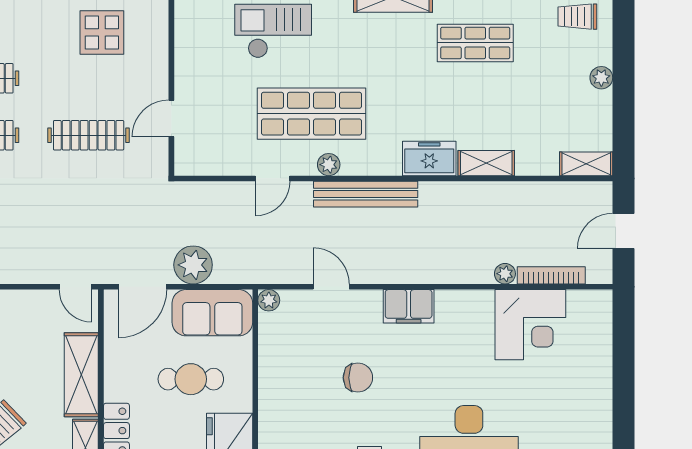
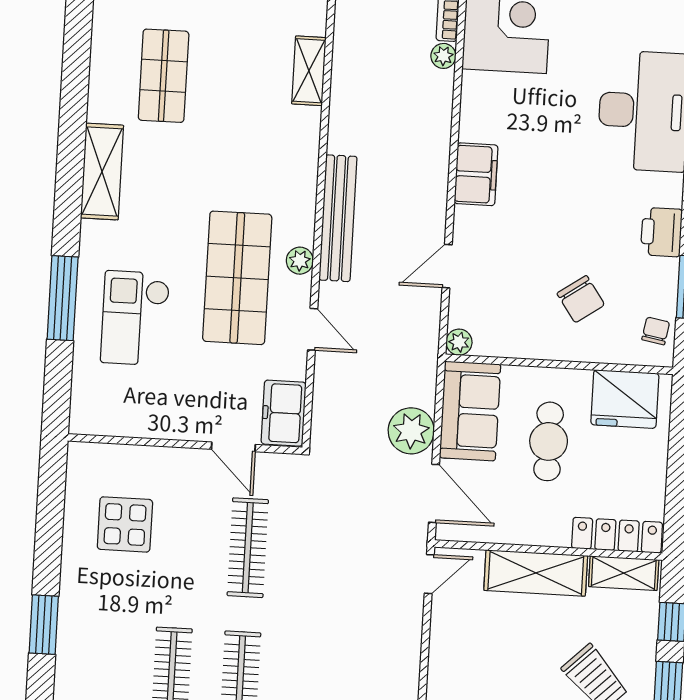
freezer: (429, 158) -> (284, 413), moved
chair: (358, 378) -> (581, 299), moved, turned 145

